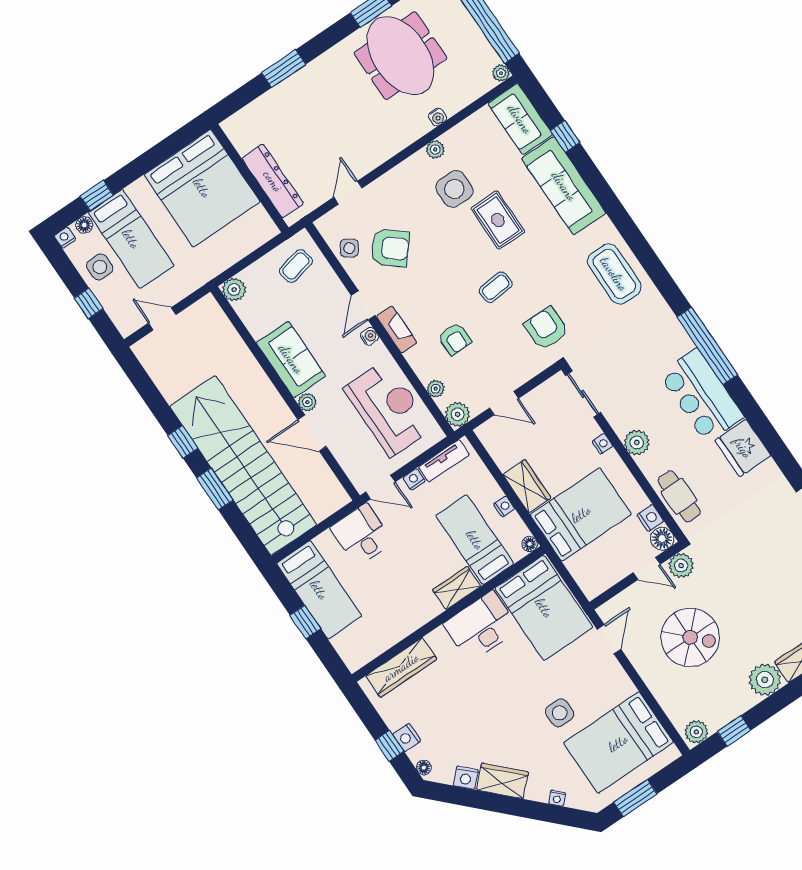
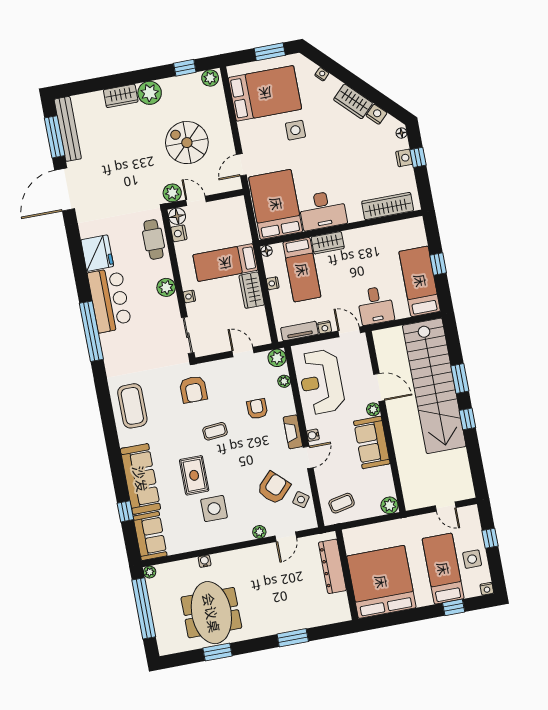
plant: (435, 150) -> (259, 532), moved
floor lamp: (84, 225) -> (470, 591), removed
armchair: (390, 248) -> (274, 488), turned 94
bed: (581, 514) -> (225, 263), width x0.67

